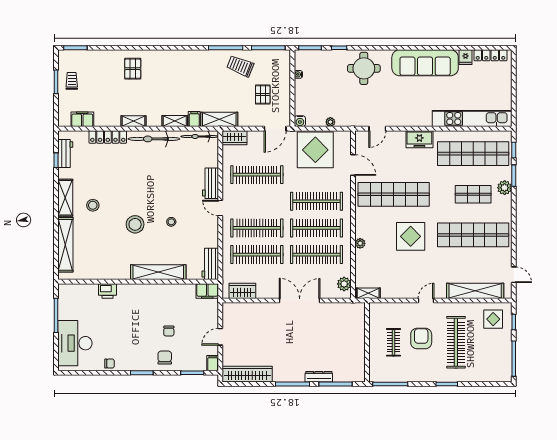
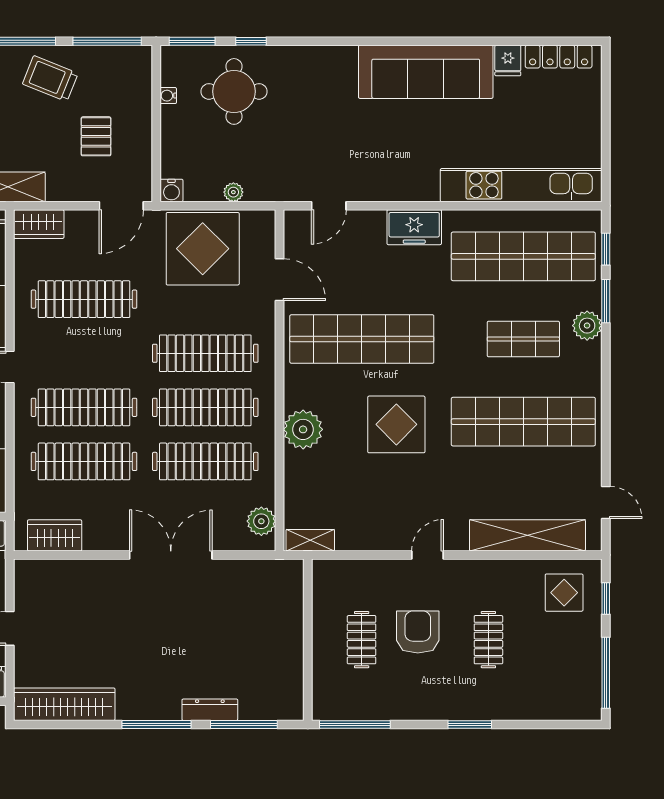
round table: (364, 68) -> (234, 91), moved
plant: (360, 243) -> (303, 429), width x1.87, depth x1.87
clothes rail: (456, 342) -> (488, 640), width x0.54, depth x0.76

